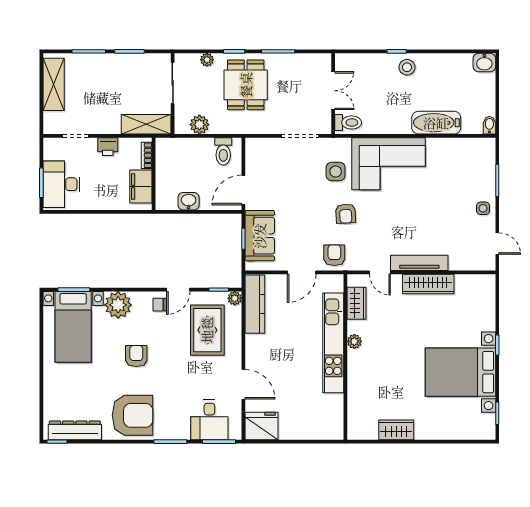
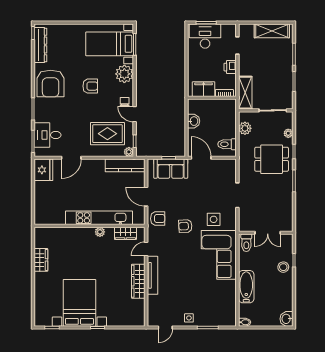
double door: (333, 91) -> (268, 233), moved
wall: (333, 94) -> (266, 233), moved
toilet: (348, 122) -> (246, 243), moved

